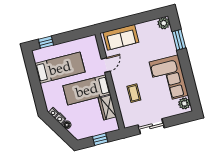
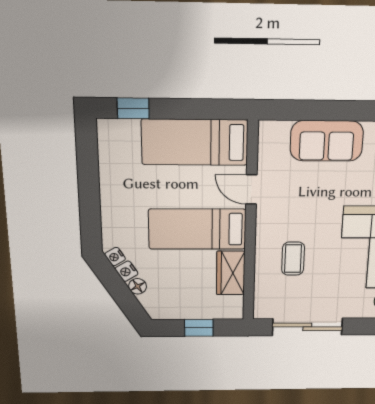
sofa: (121, 37) -> (327, 141), moved
door: (106, 65) -> (251, 190), swing flipped
bed: (60, 68) -> (195, 142), moved, turned 180
sliding door: (151, 126) -> (307, 327), width x1.37

